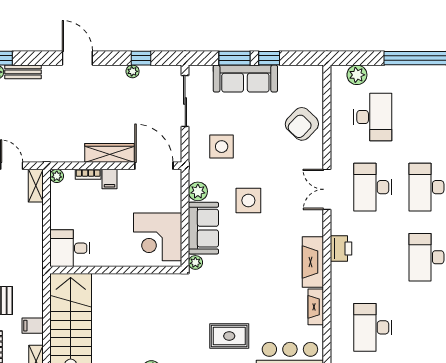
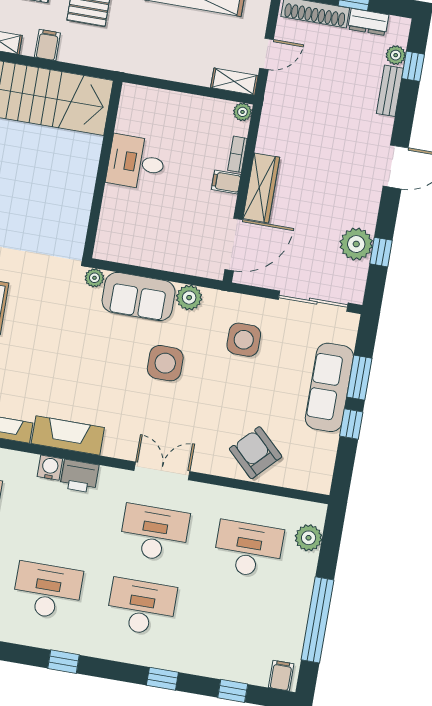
plant: (133, 71) -> (356, 244), width x1.87, depth x1.87
desk: (373, 117) -> (248, 549), turned 180
corner desk: (158, 237) -> (137, 233), removed
desk: (70, 248) -> (136, 162), moved, turned -90
water cooler: (338, 271) -> (50, 468), added

